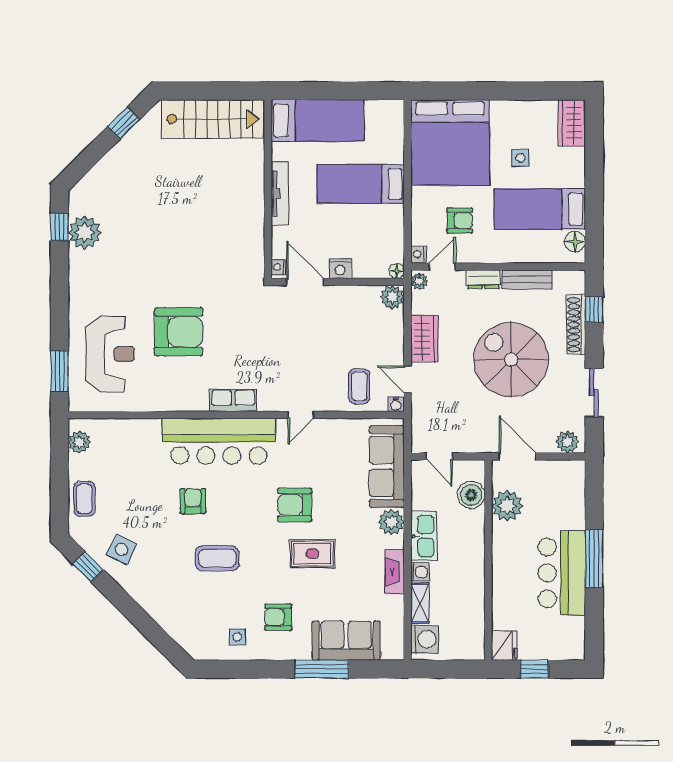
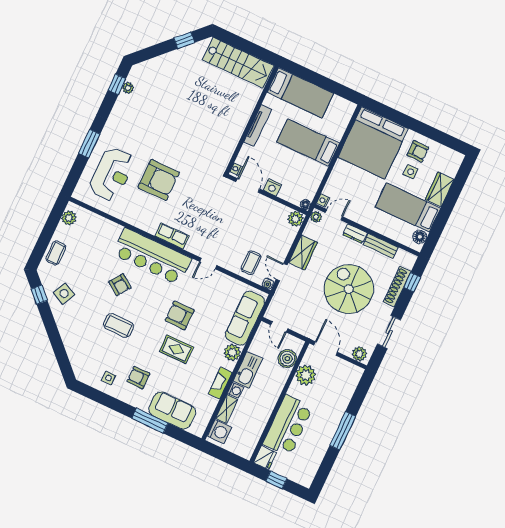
wardrobe: (572, 123) -> (440, 189), moved
armchair: (460, 221) -> (418, 151), moved
plant: (85, 232) -> (128, 88), width x0.53, depth x0.53
window: (60, 371) -> (89, 144), moved
armchair: (193, 501) -> (120, 285), turned 125
bar counter: (562, 573) -> (288, 426), moved, turned 180

